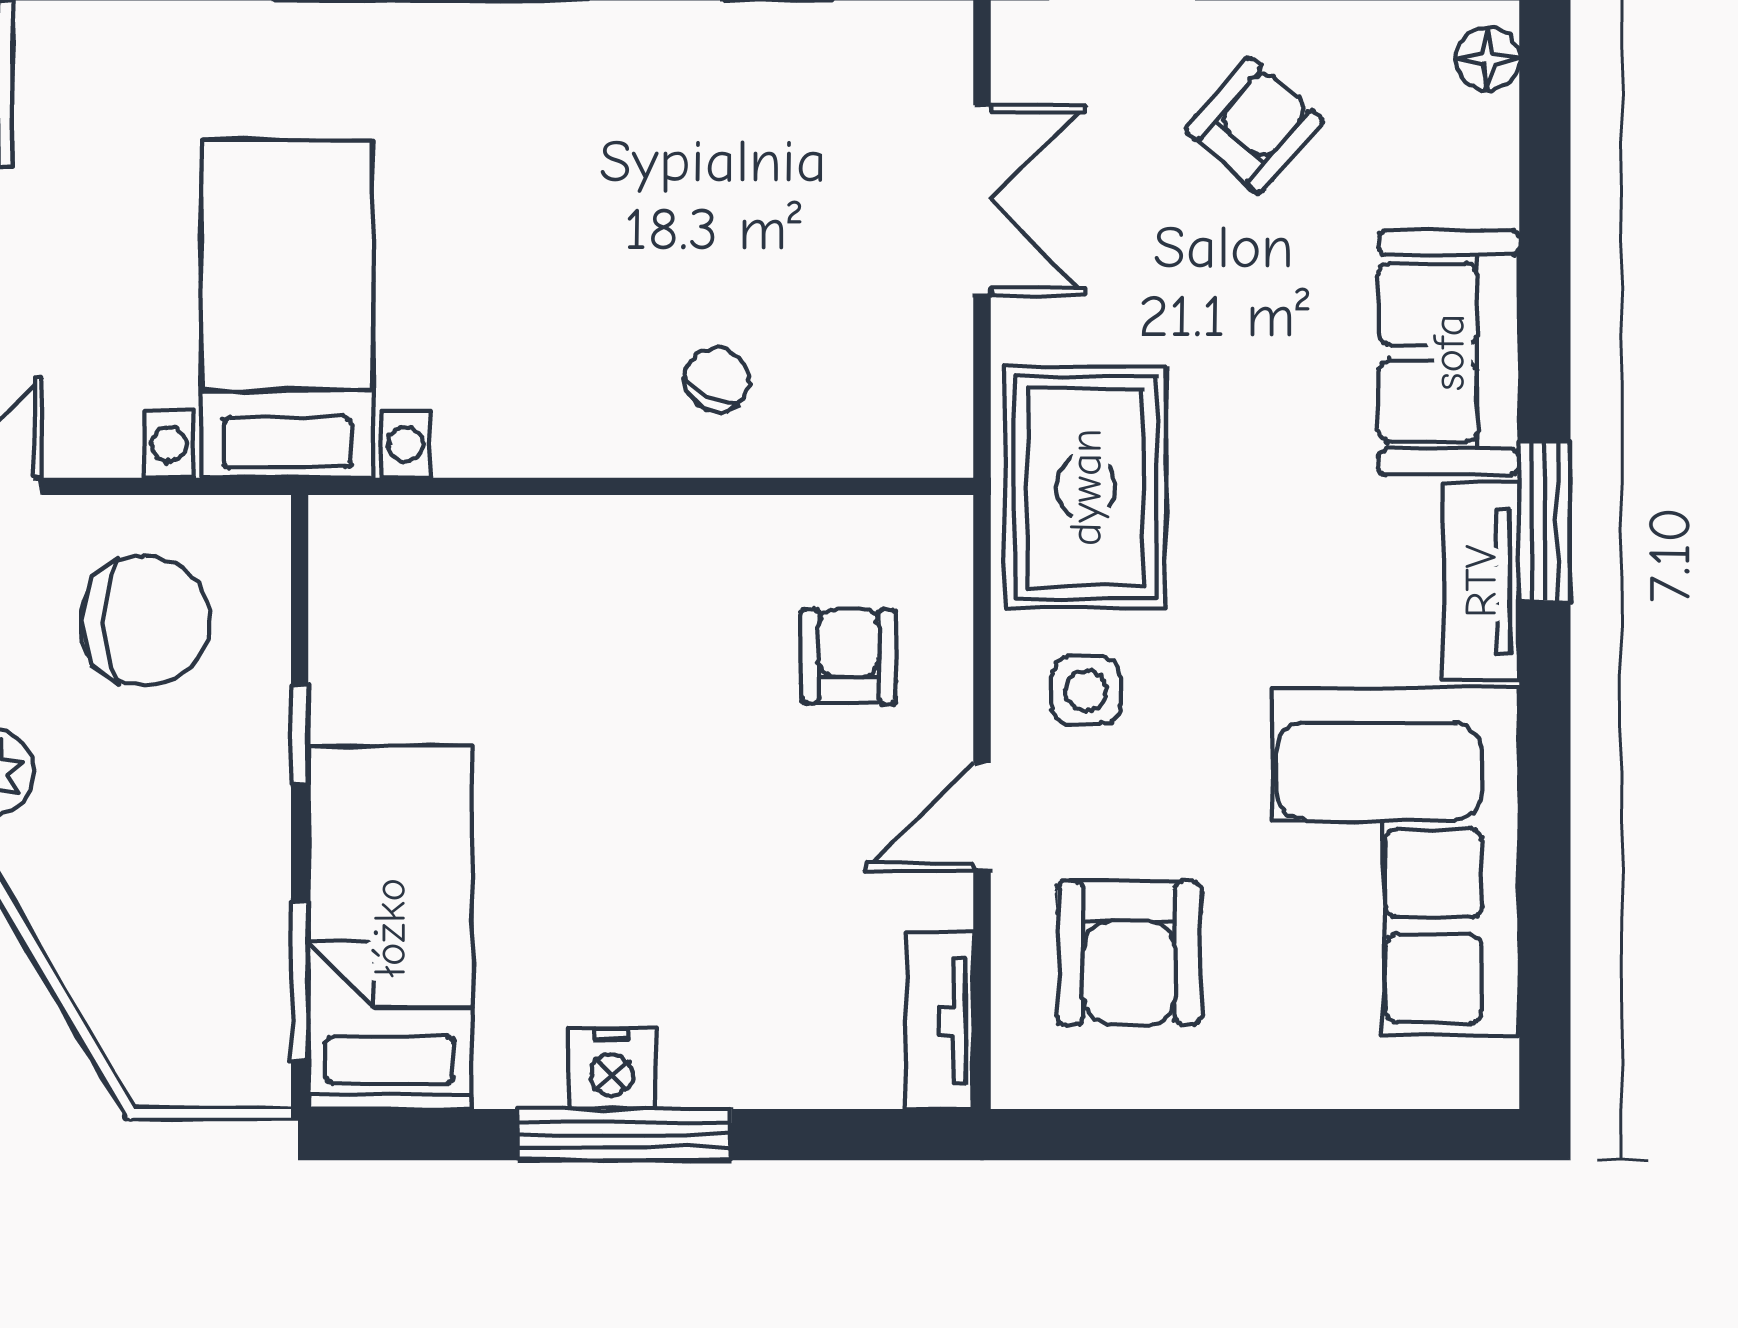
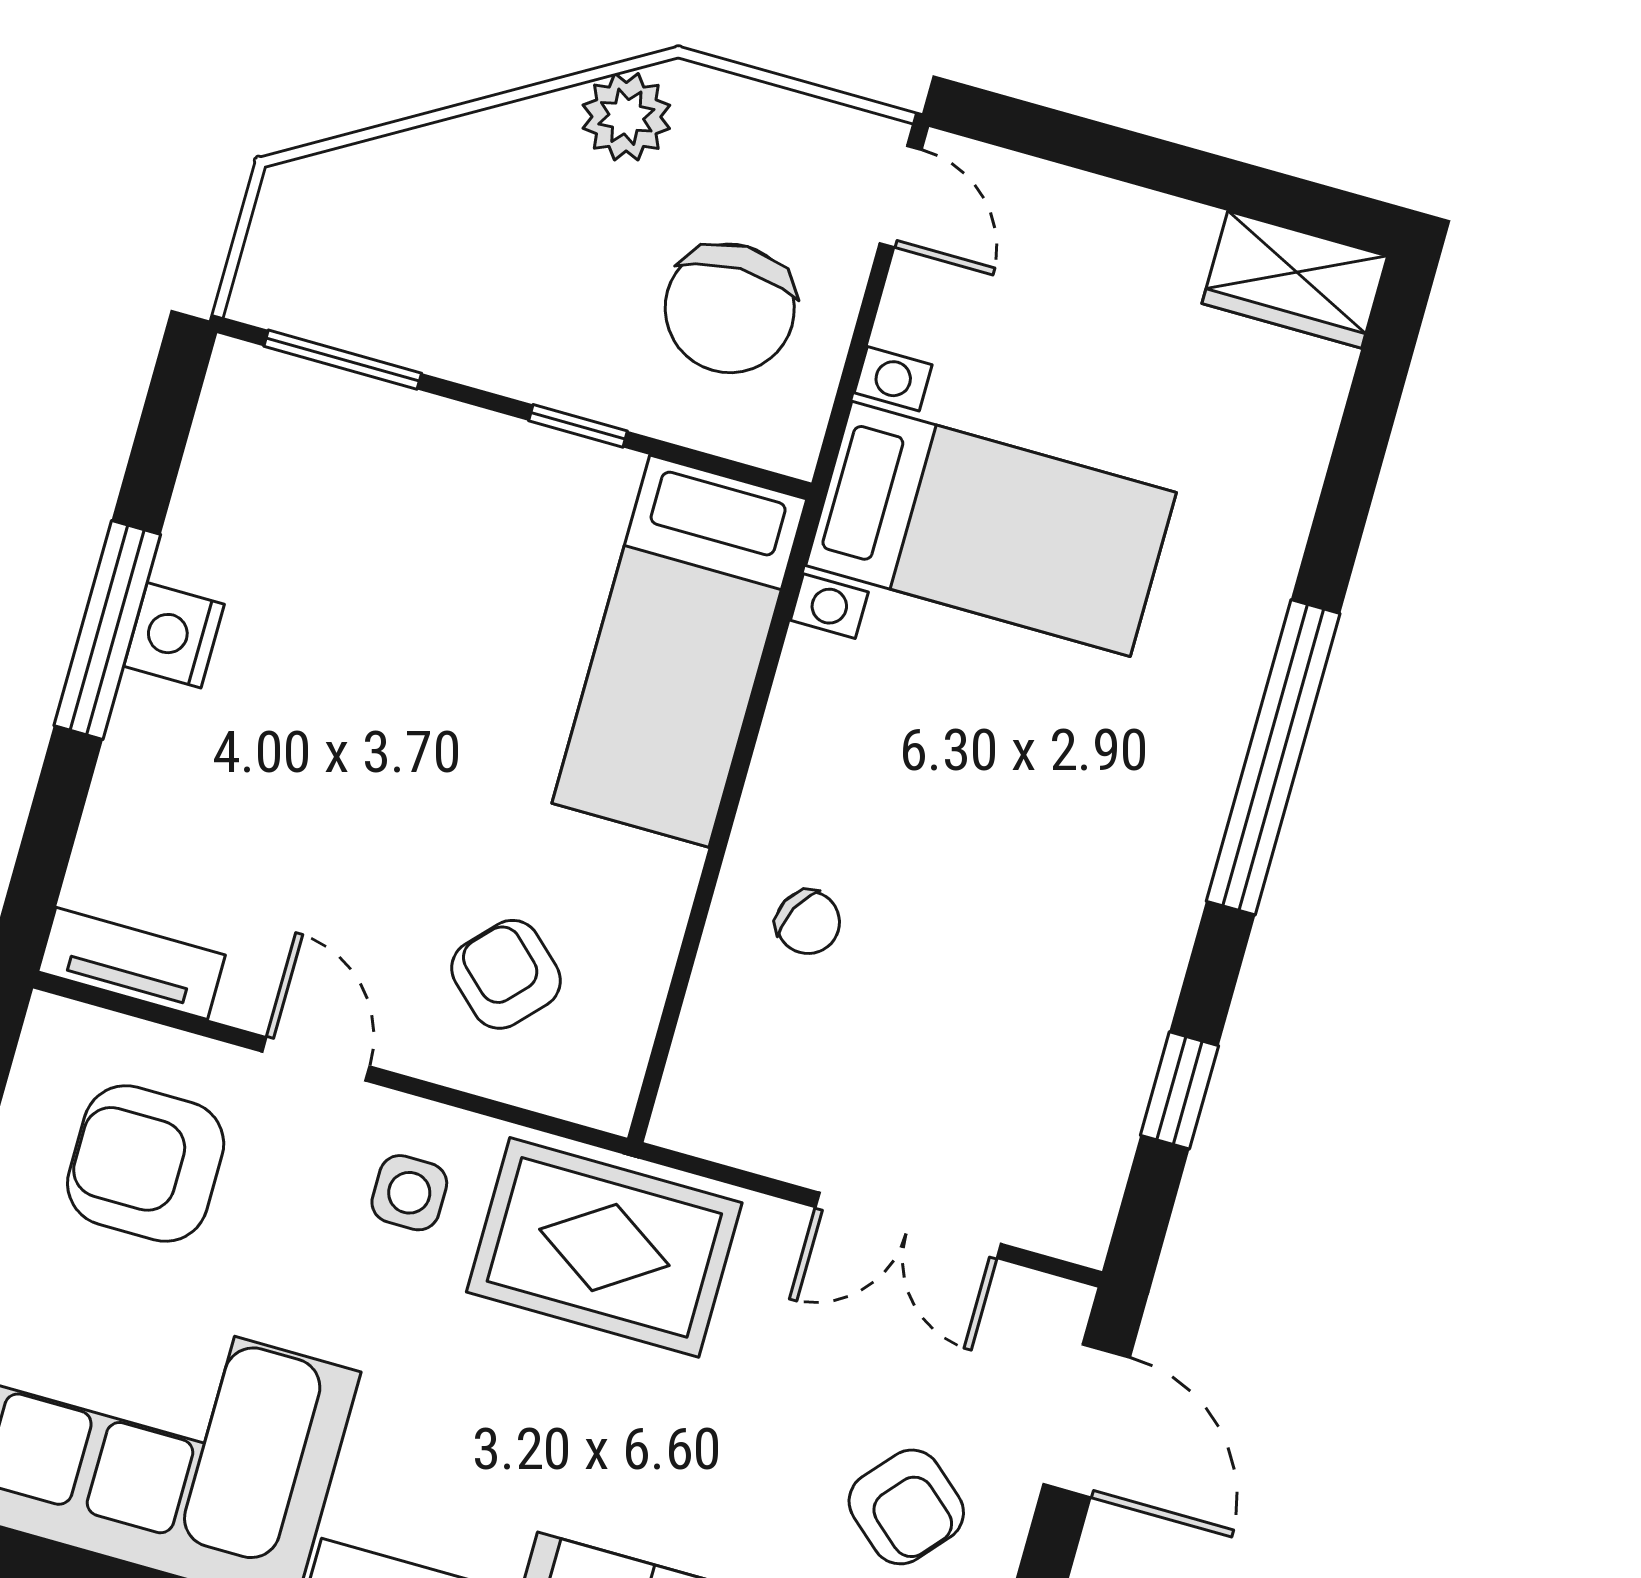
armchair: (849, 656) -> (506, 974), turned -137
bed: (390, 928) -> (679, 651), moved, turned 90

